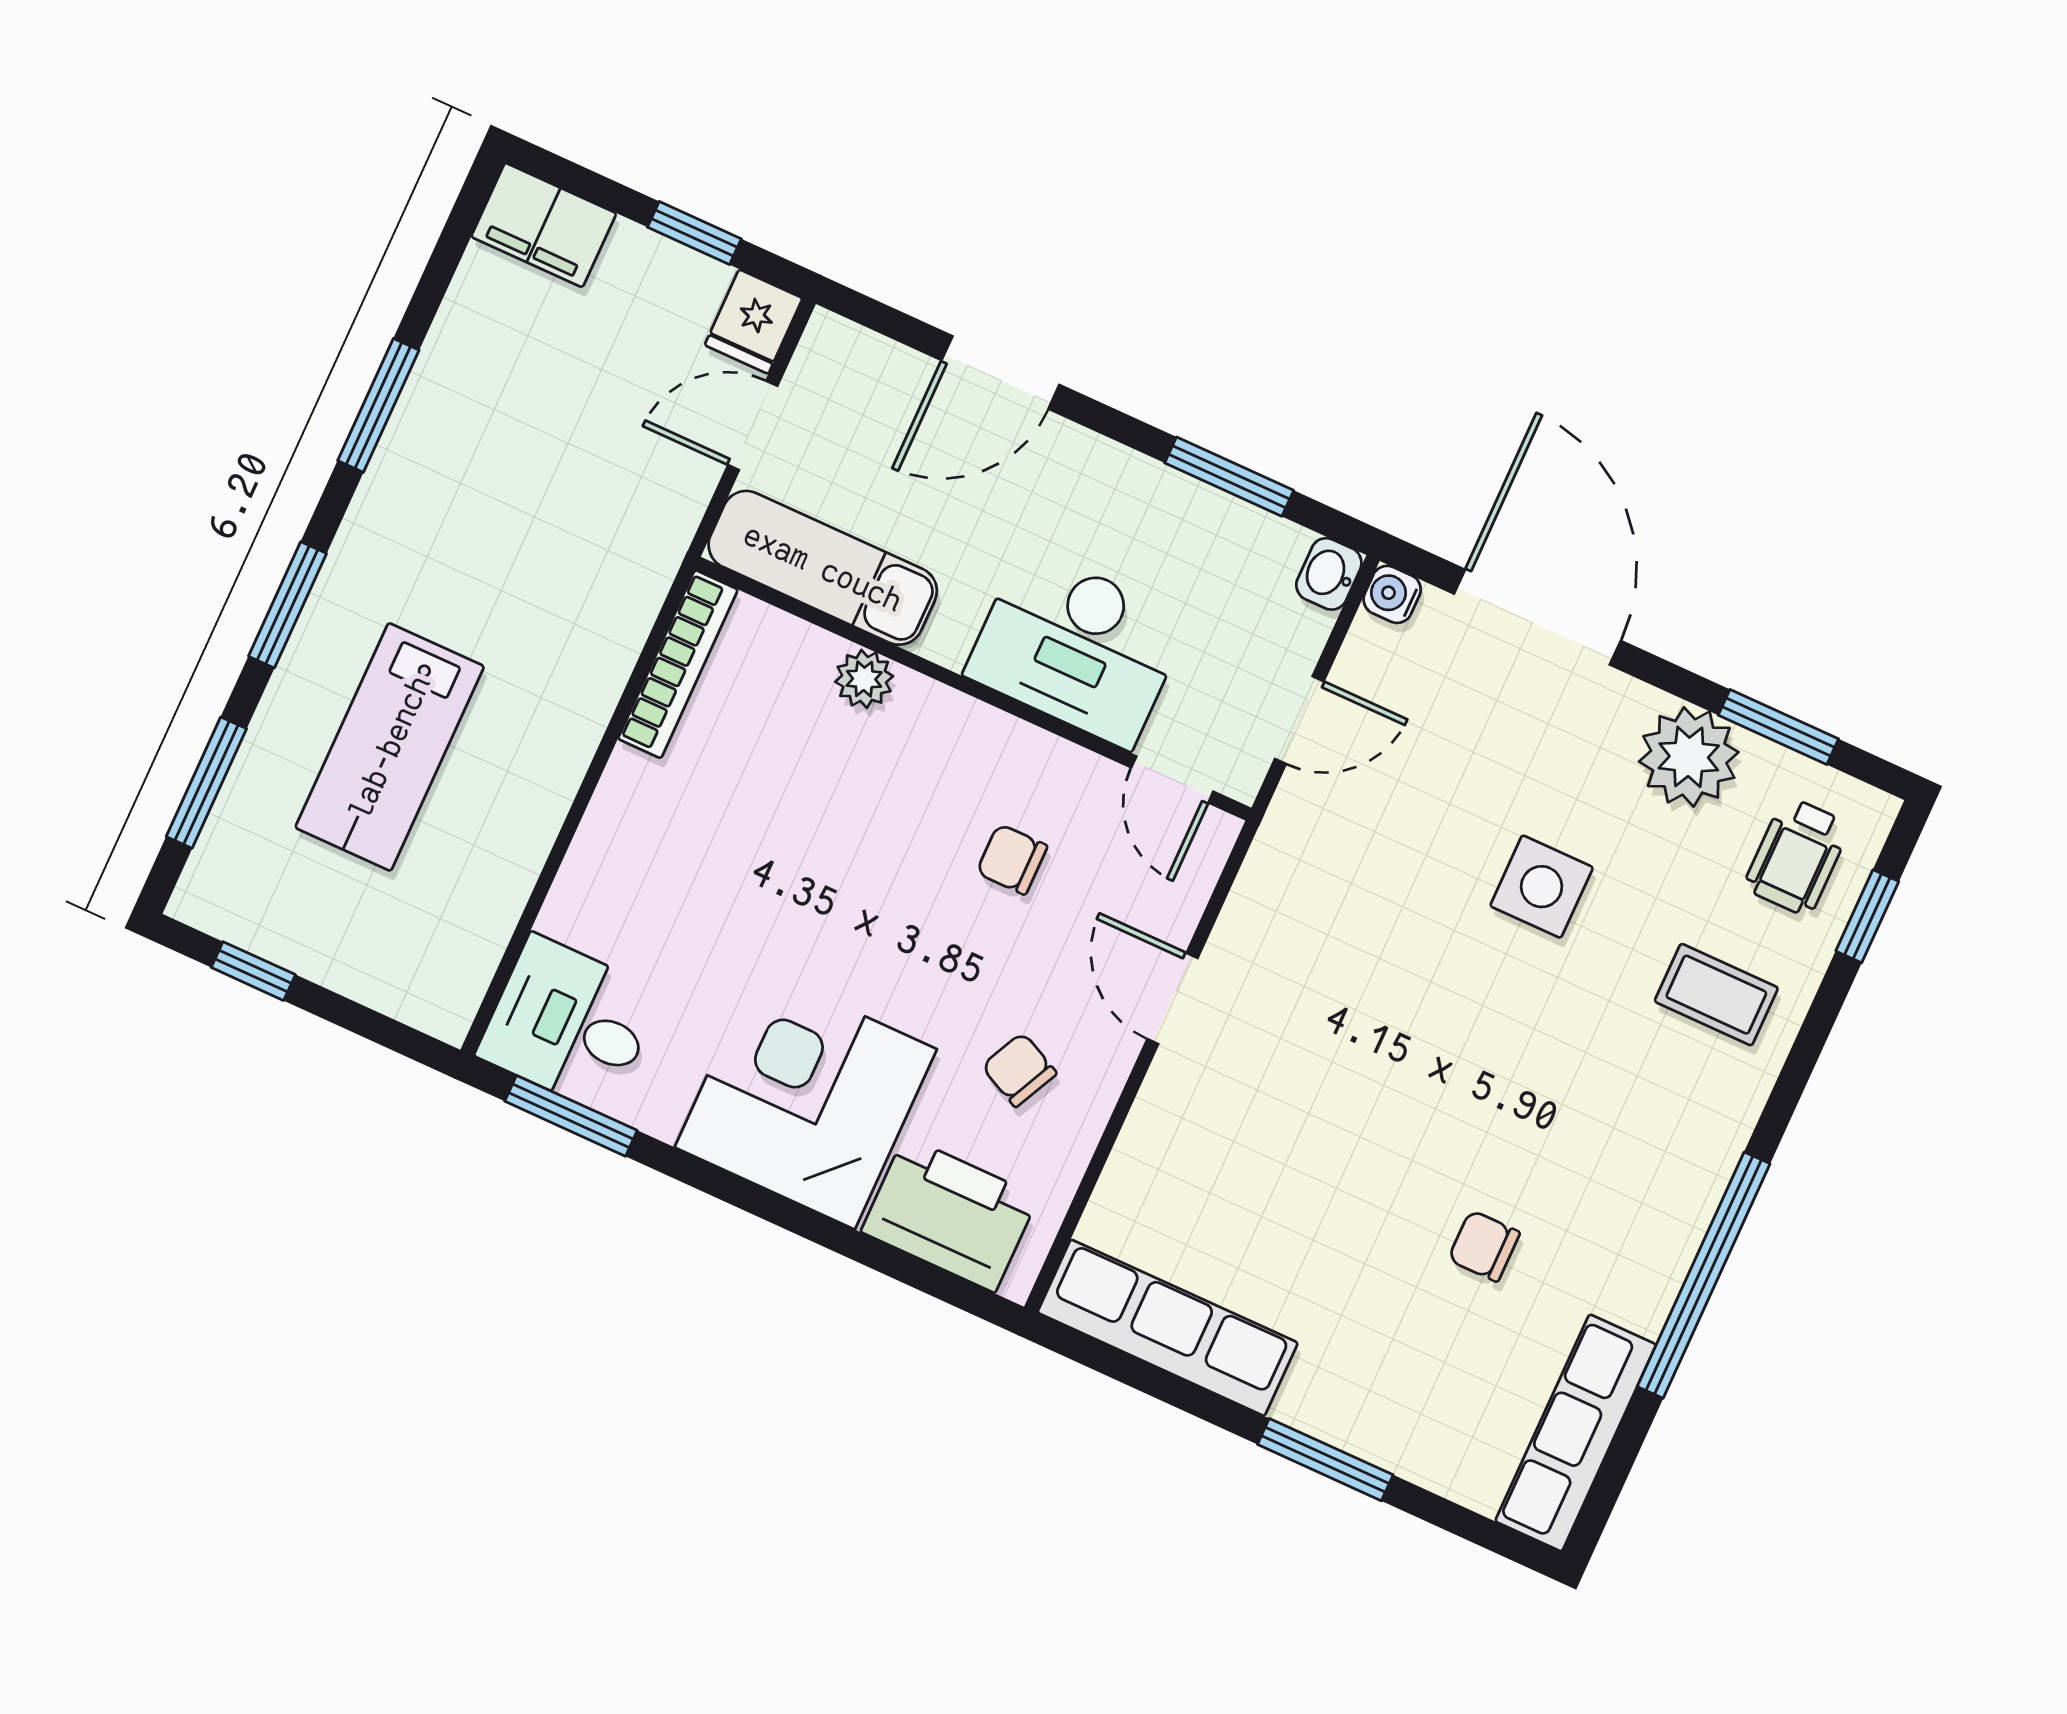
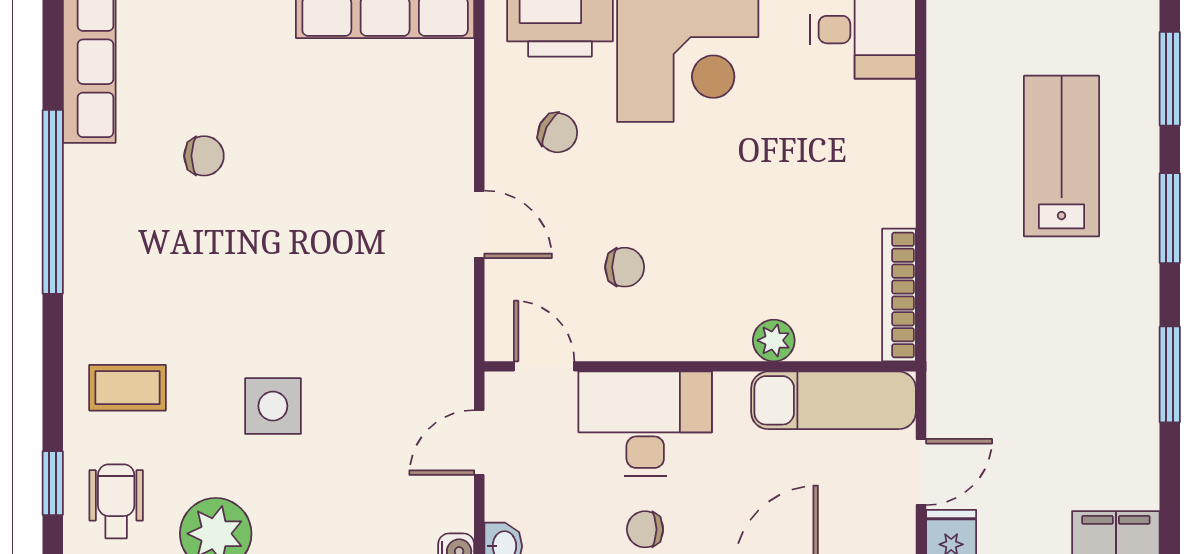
chair: (1138, 513) -> (645, 529), added

